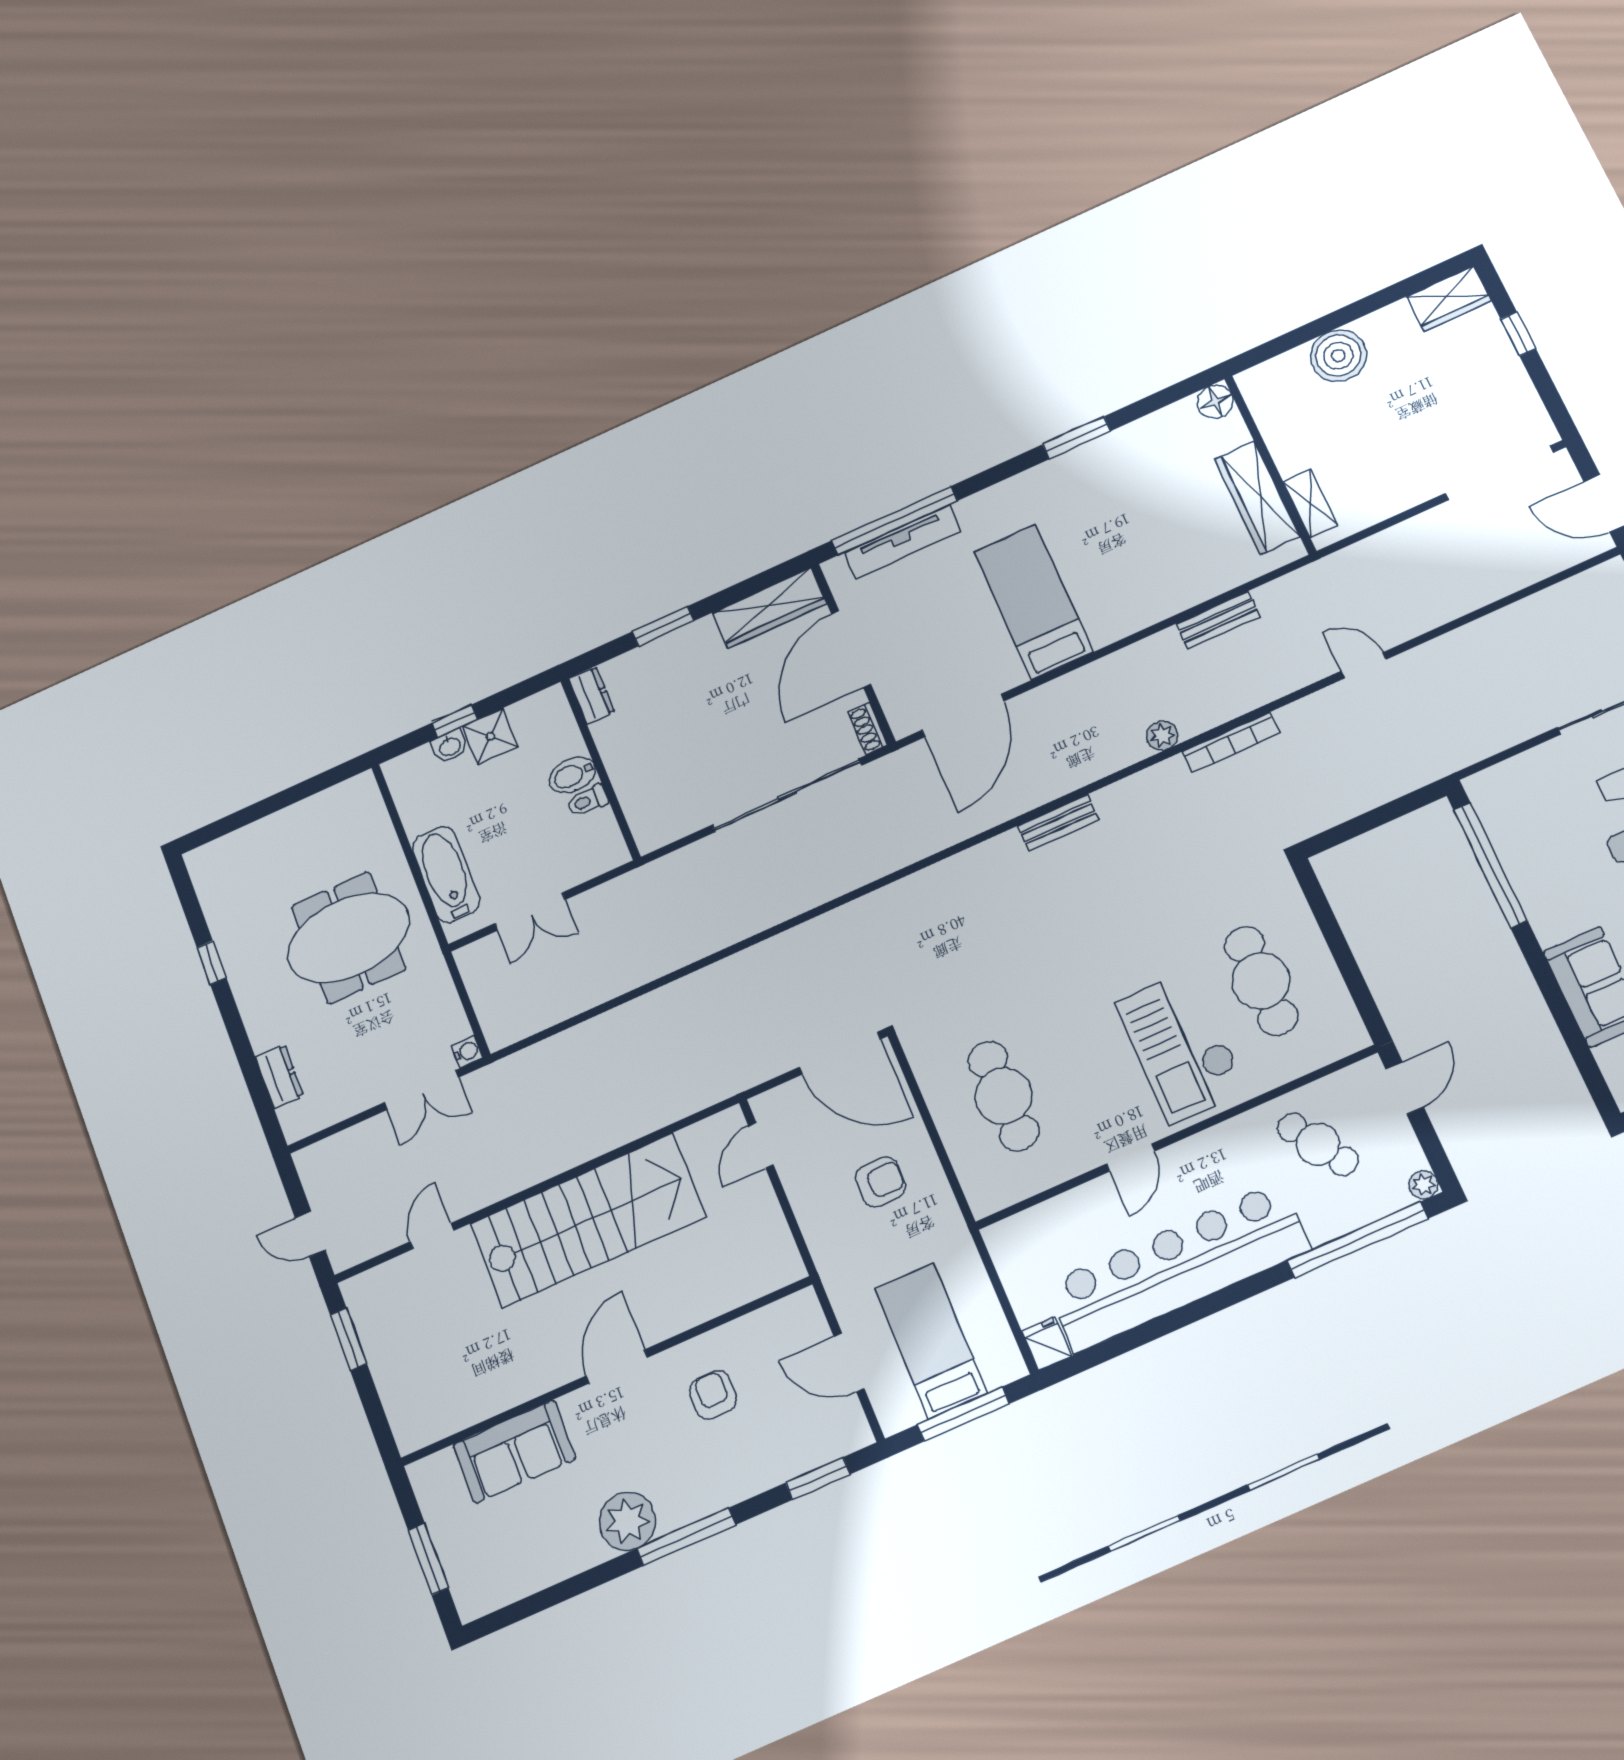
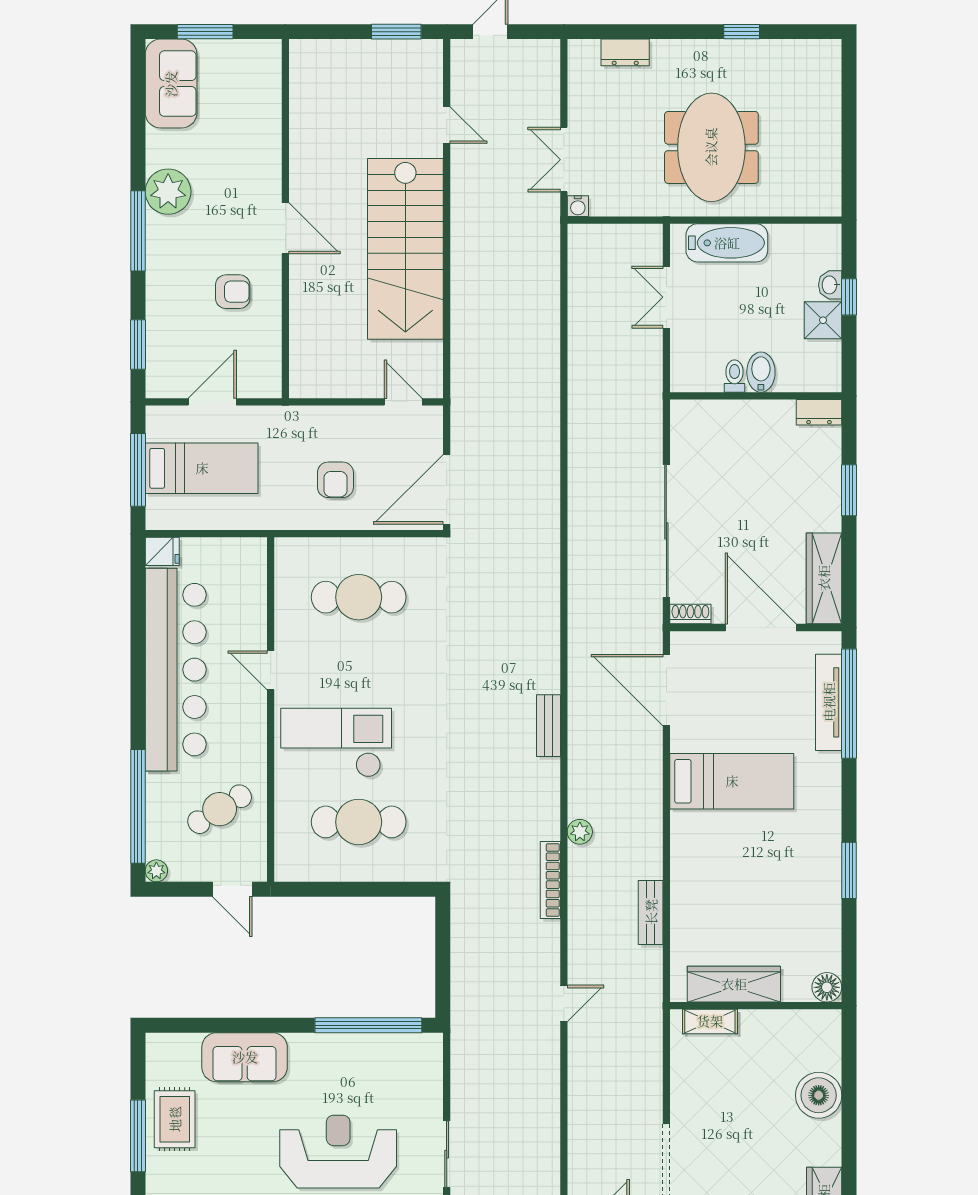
sofa: (514, 1452) -> (171, 84), moved, turned 180

